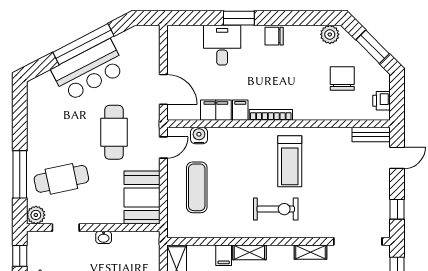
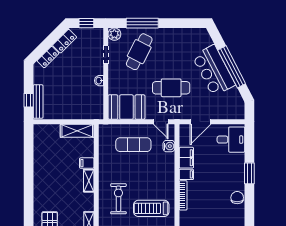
desk: (222, 45) -> (231, 140), moved
cafe table: (61, 179) -> (139, 52), turned 39
exercise bike: (276, 209) -> (118, 199), turned 180

